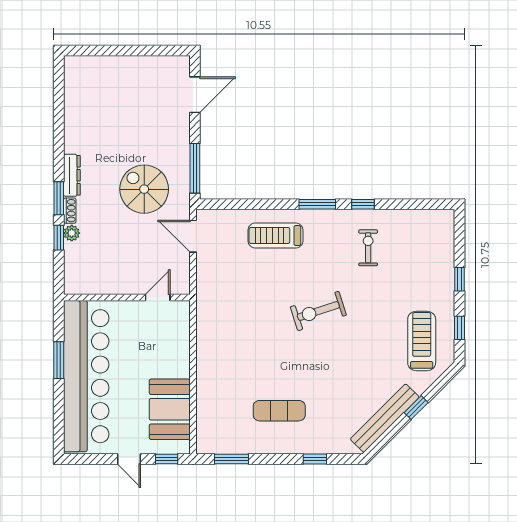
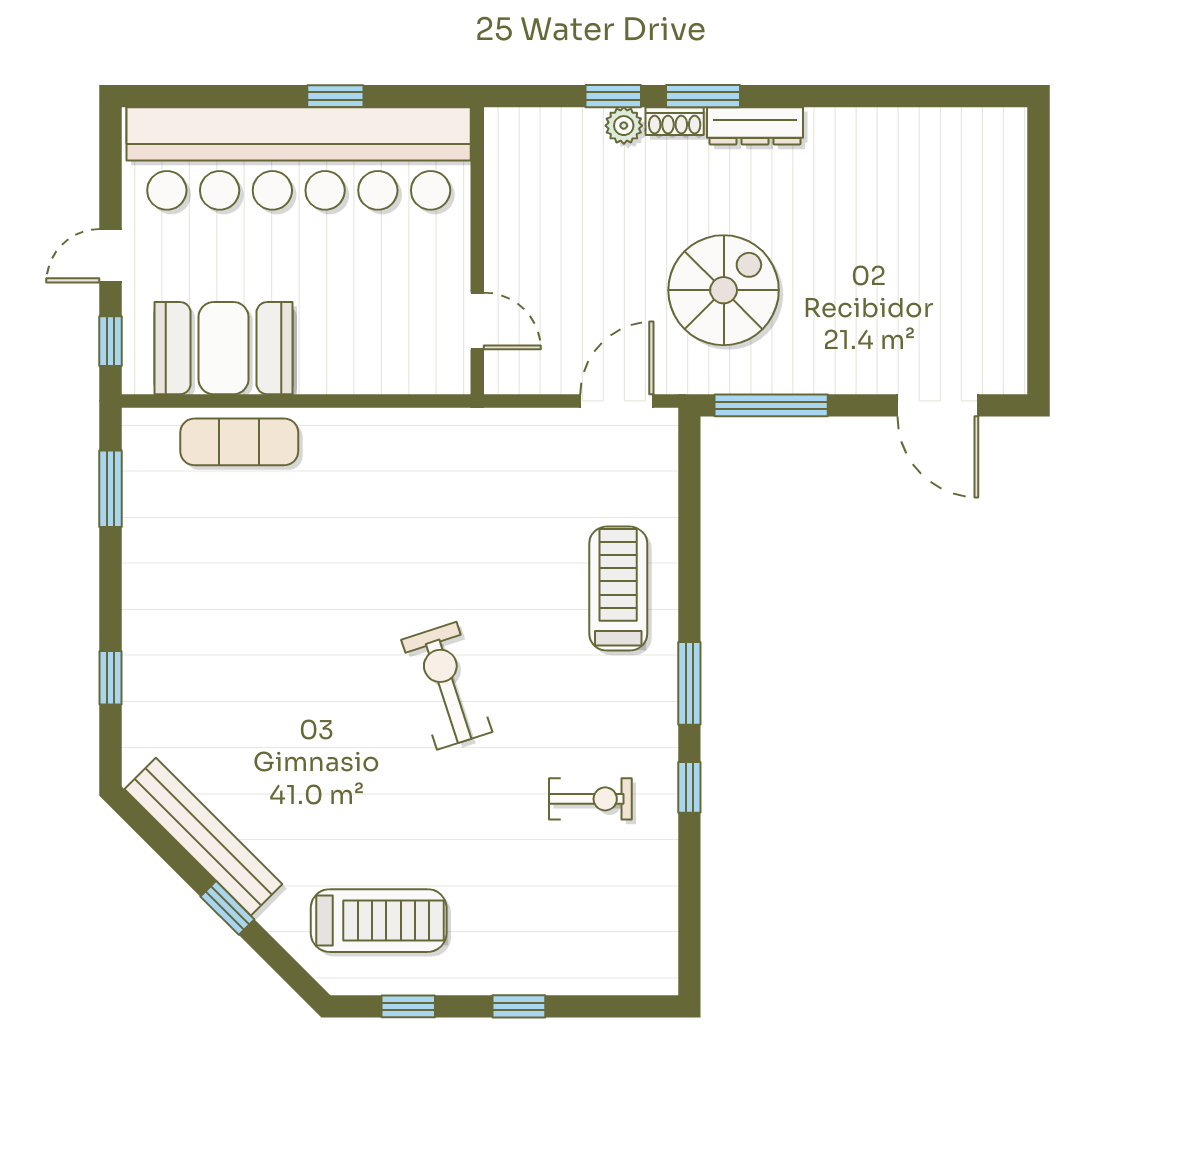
window: (59, 360) -> (335, 96), width x0.67
exercise mat: (279, 411) -> (239, 442), moved, turned 90

